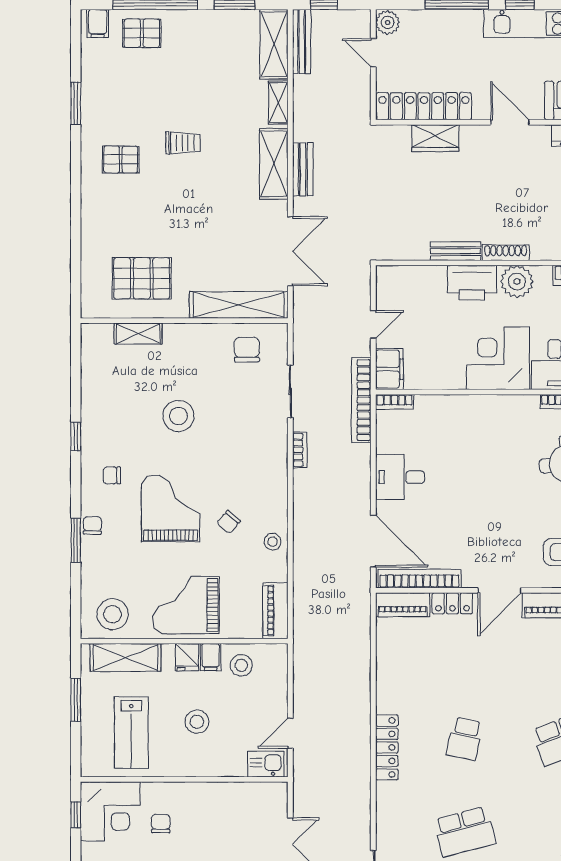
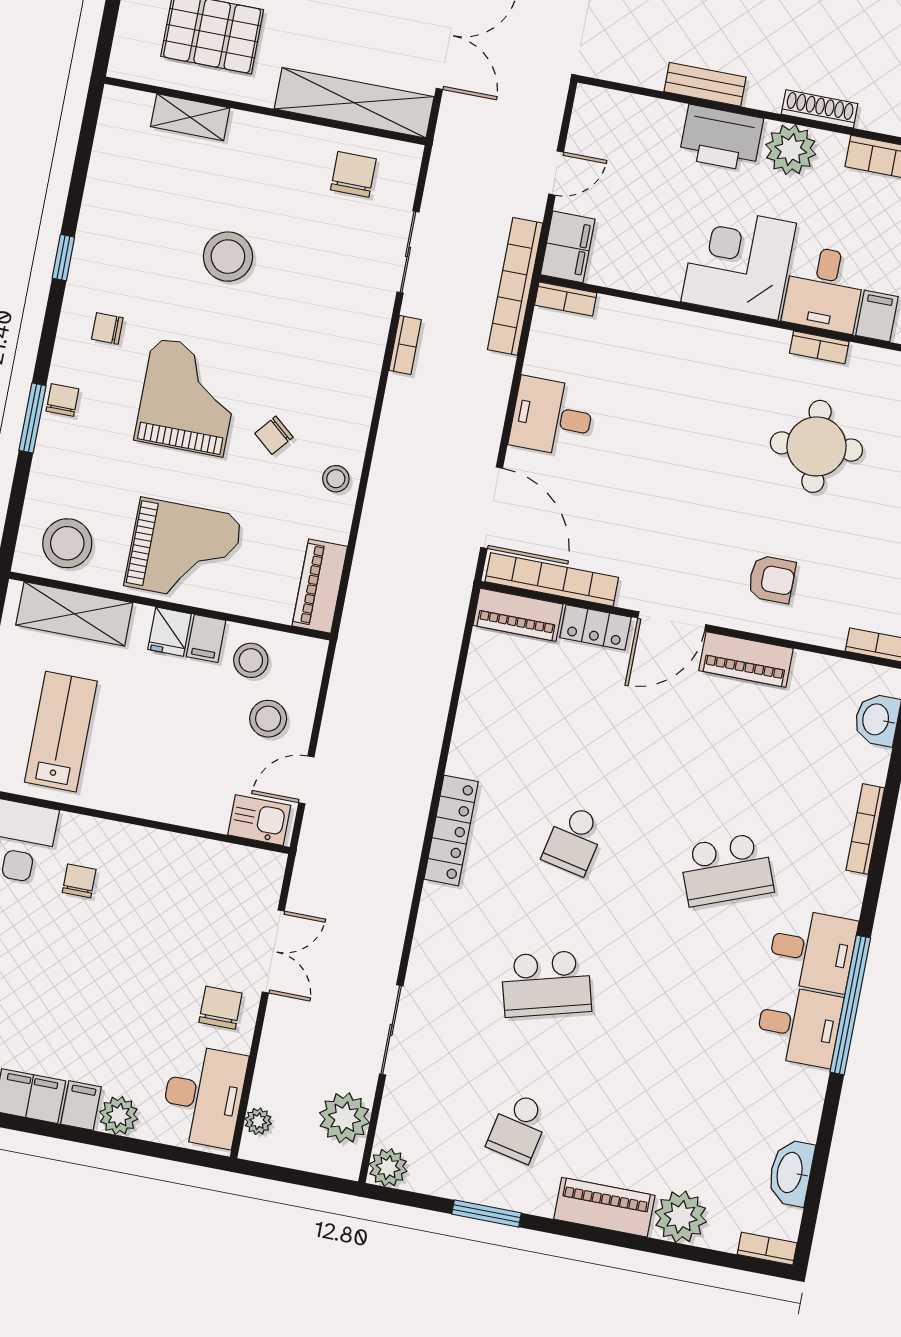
shoe rack: (506, 253) -> (820, 109), moved
grand piano: (186, 605) -> (183, 551), turned 180
stool: (197, 722) -> (268, 719), moved
lab bench: (131, 733) -> (61, 732), turned 180

